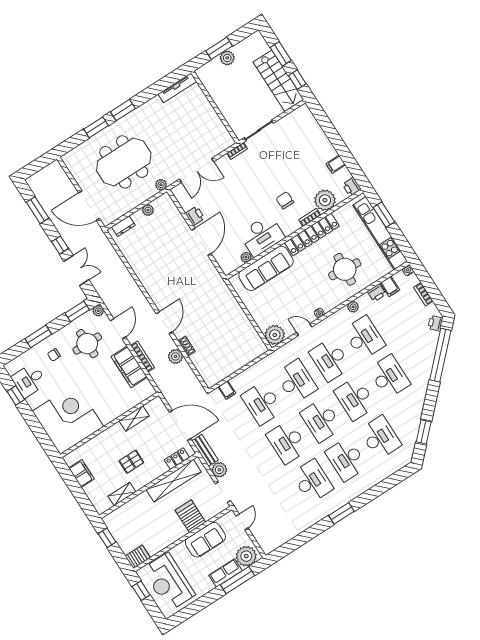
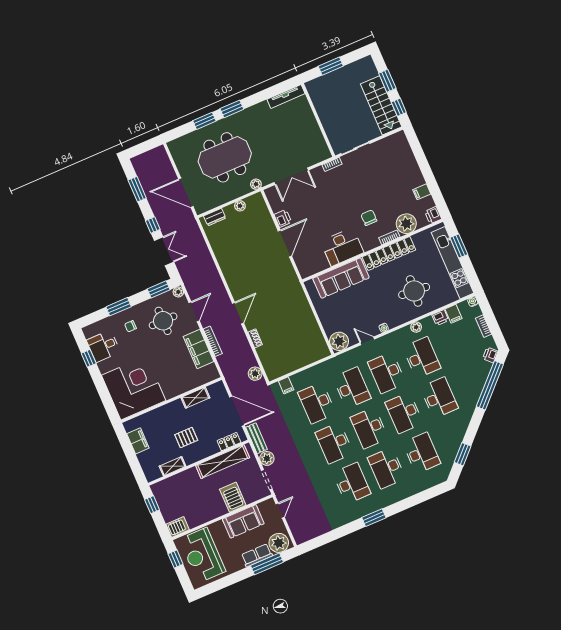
plant: (227, 58) -> (337, 76), removed
plant: (246, 257) -> (324, 265), removed
plant: (175, 356) -> (255, 374), moved

